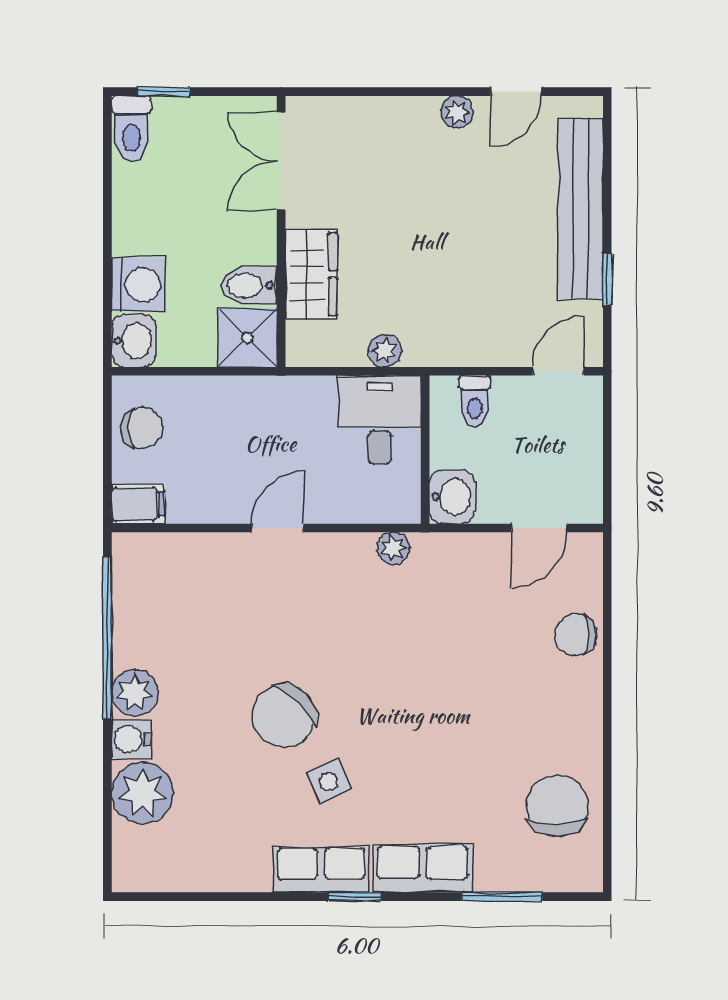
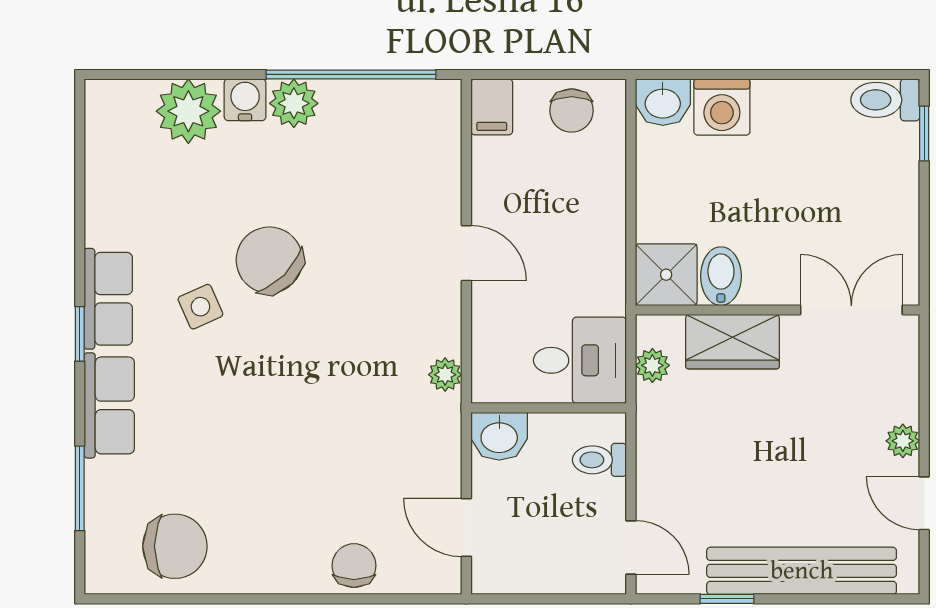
double door: (281, 161) -> (851, 310), moved
wall: (281, 231) -> (777, 310), moved
wardrobe: (311, 274) -> (732, 342), moved
bidet: (249, 285) -> (721, 276), moved
shower: (247, 338) -> (666, 275), moved

